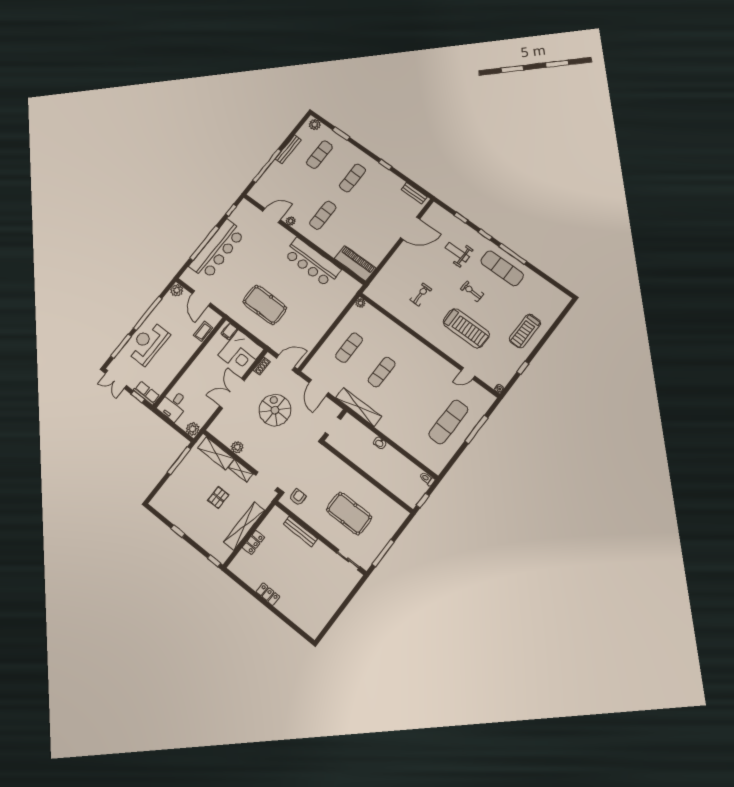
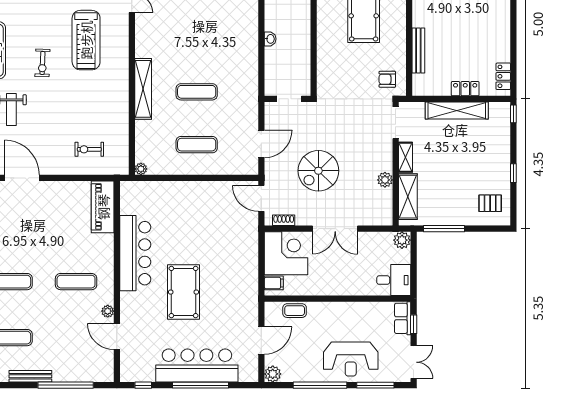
exercise bike: (421, 294) -> (89, 149), moved
pool table: (265, 305) -> (184, 292), moved
treadmill: (466, 328) -> (86, 40), turned 180
shelving: (359, 407) -> (143, 89), moved
pallet: (218, 498) -> (490, 203), moved
locker: (268, 594) -> (503, 76), moved

